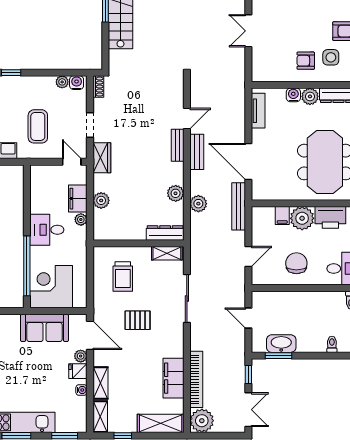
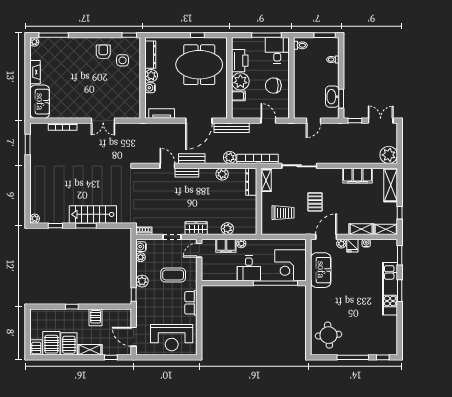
armchair: (306, 61) -> (125, 79), removed
plant: (29, 84) -> (142, 281), added
bookcase: (196, 379) -> (257, 159), moved

